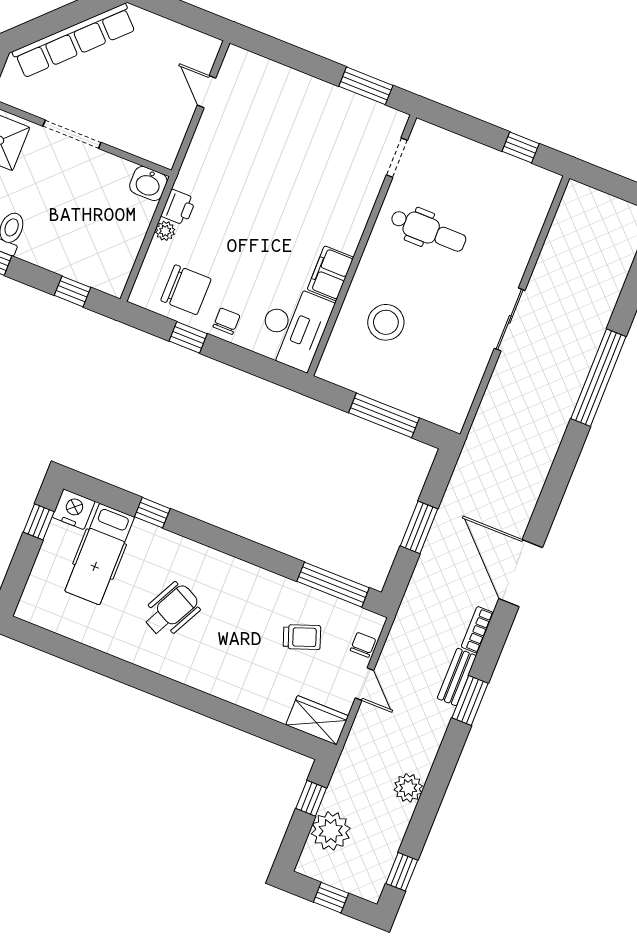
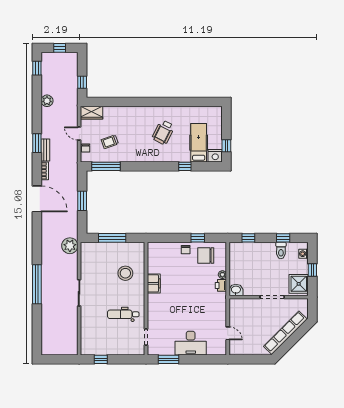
desk: (294, 327) -> (191, 343), moved, turned -90
plant: (331, 831) -> (70, 246), moved

